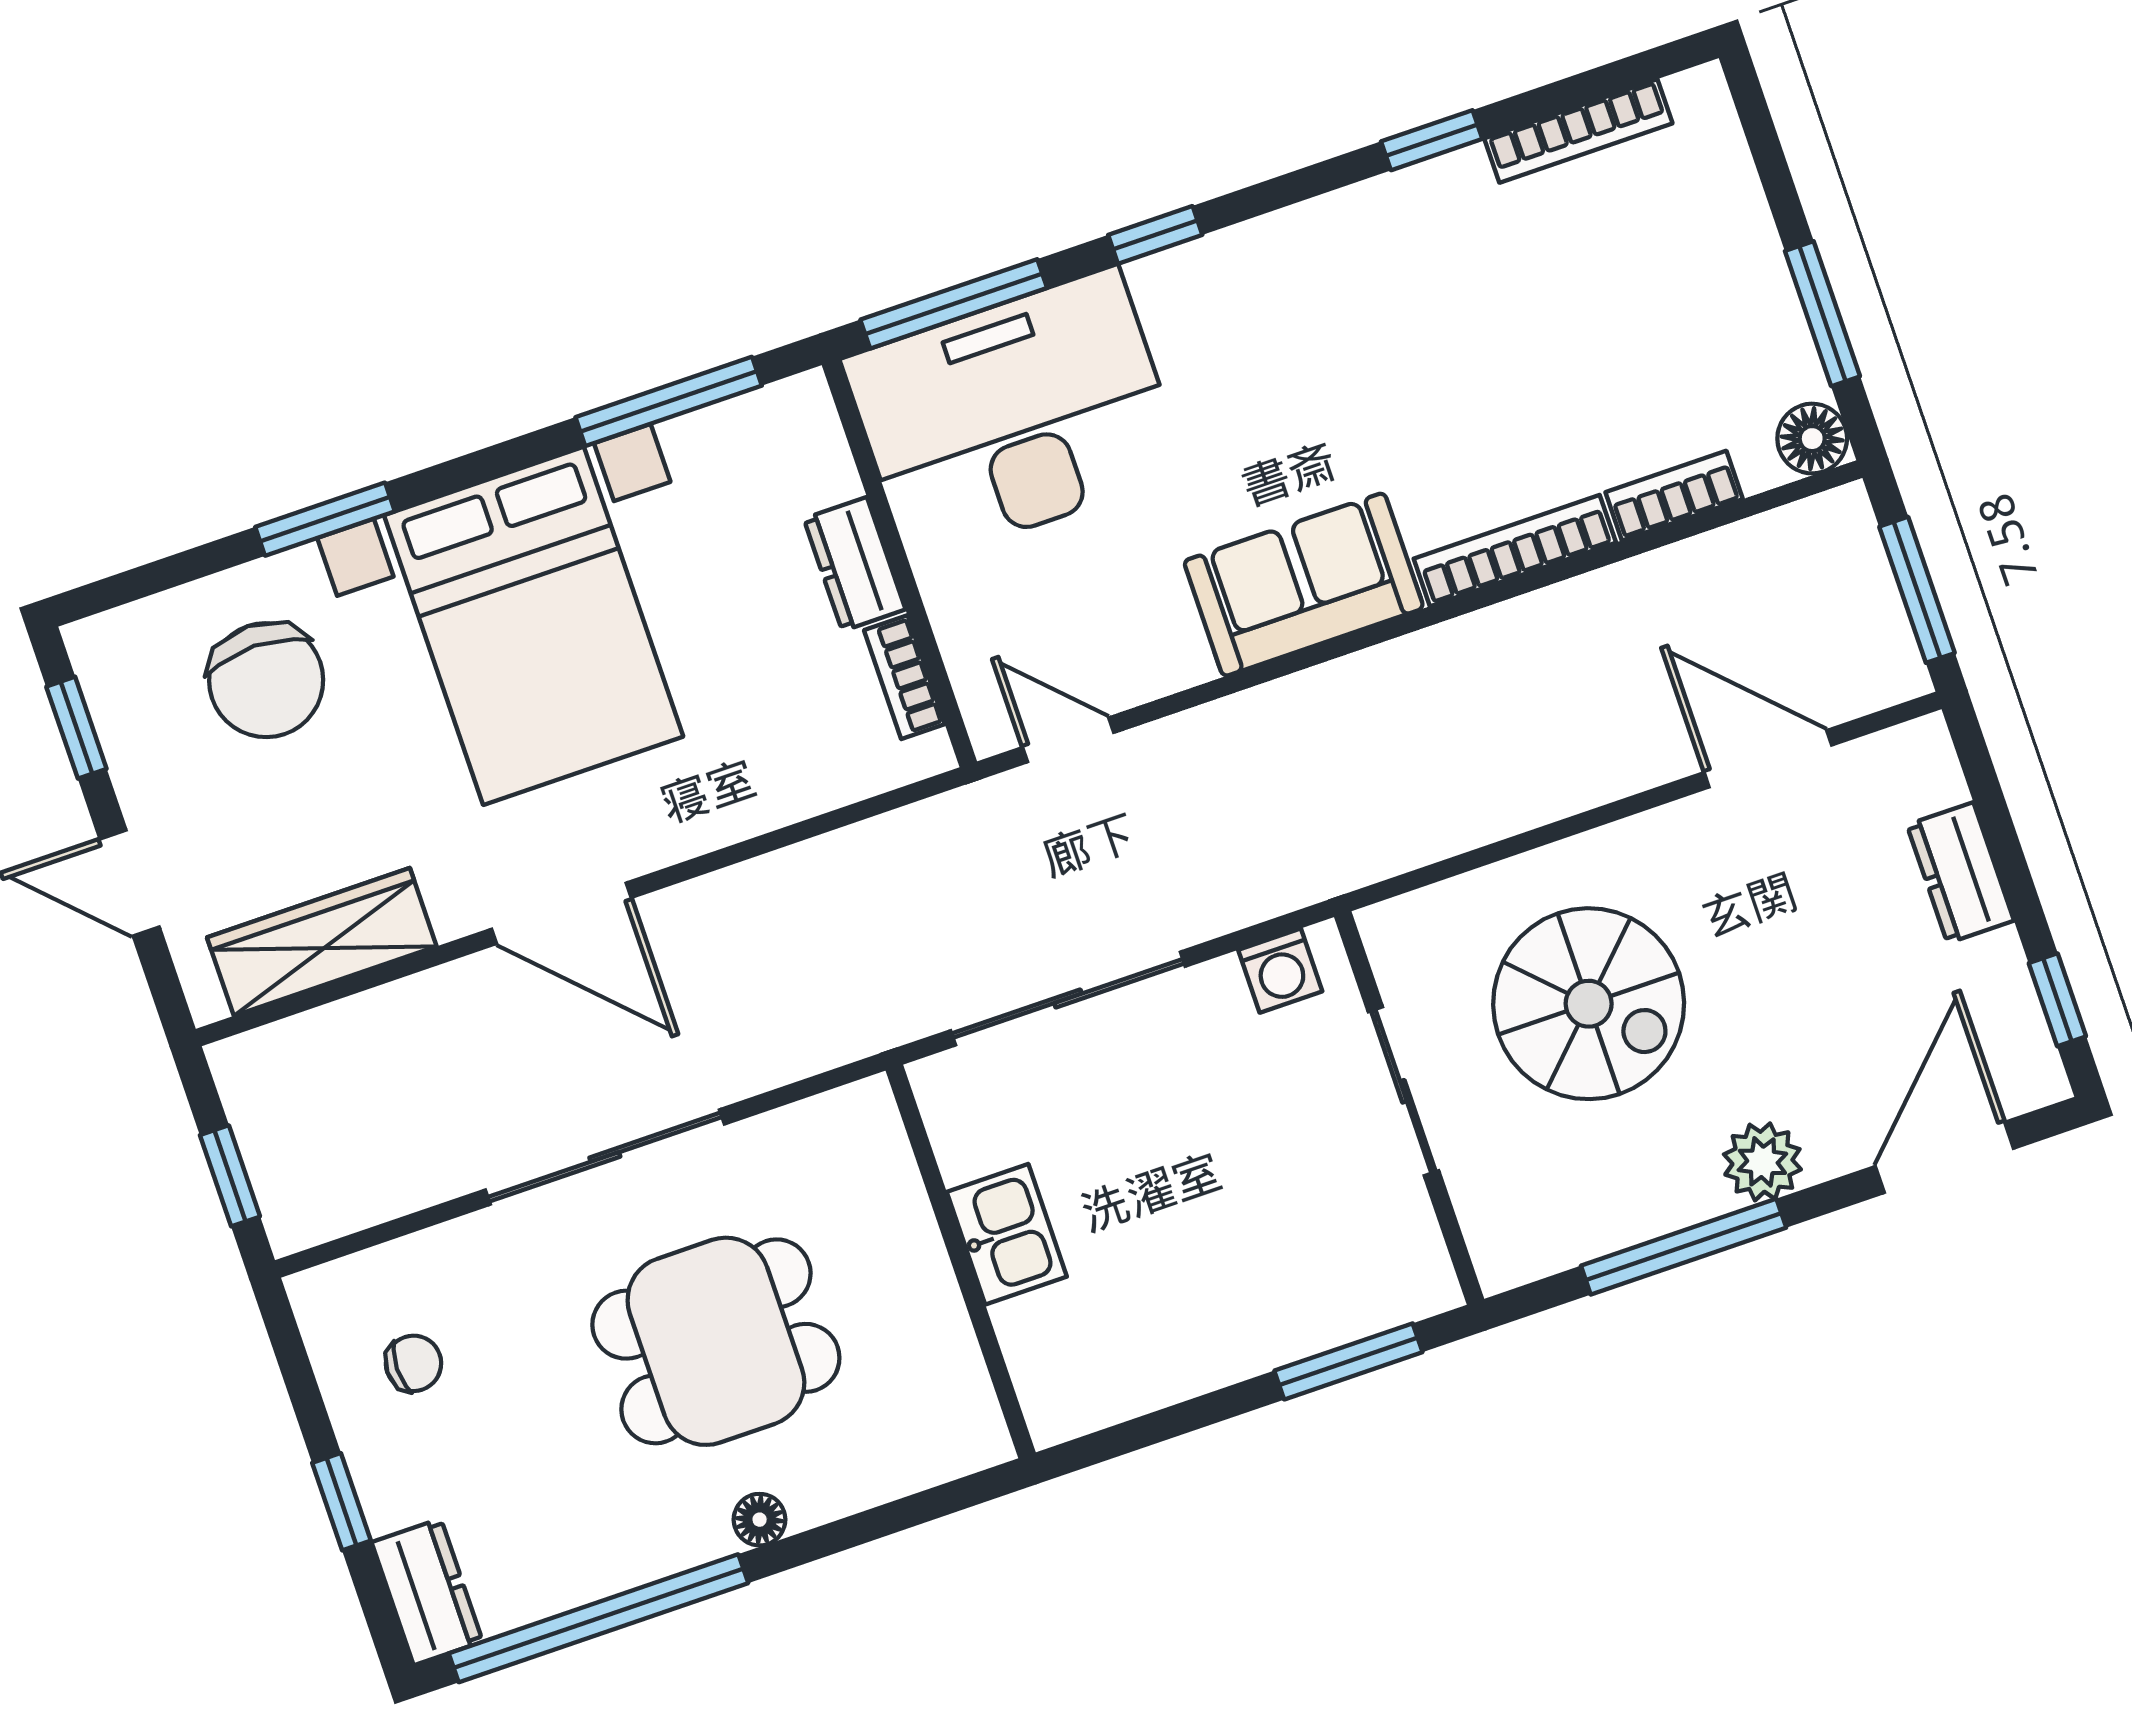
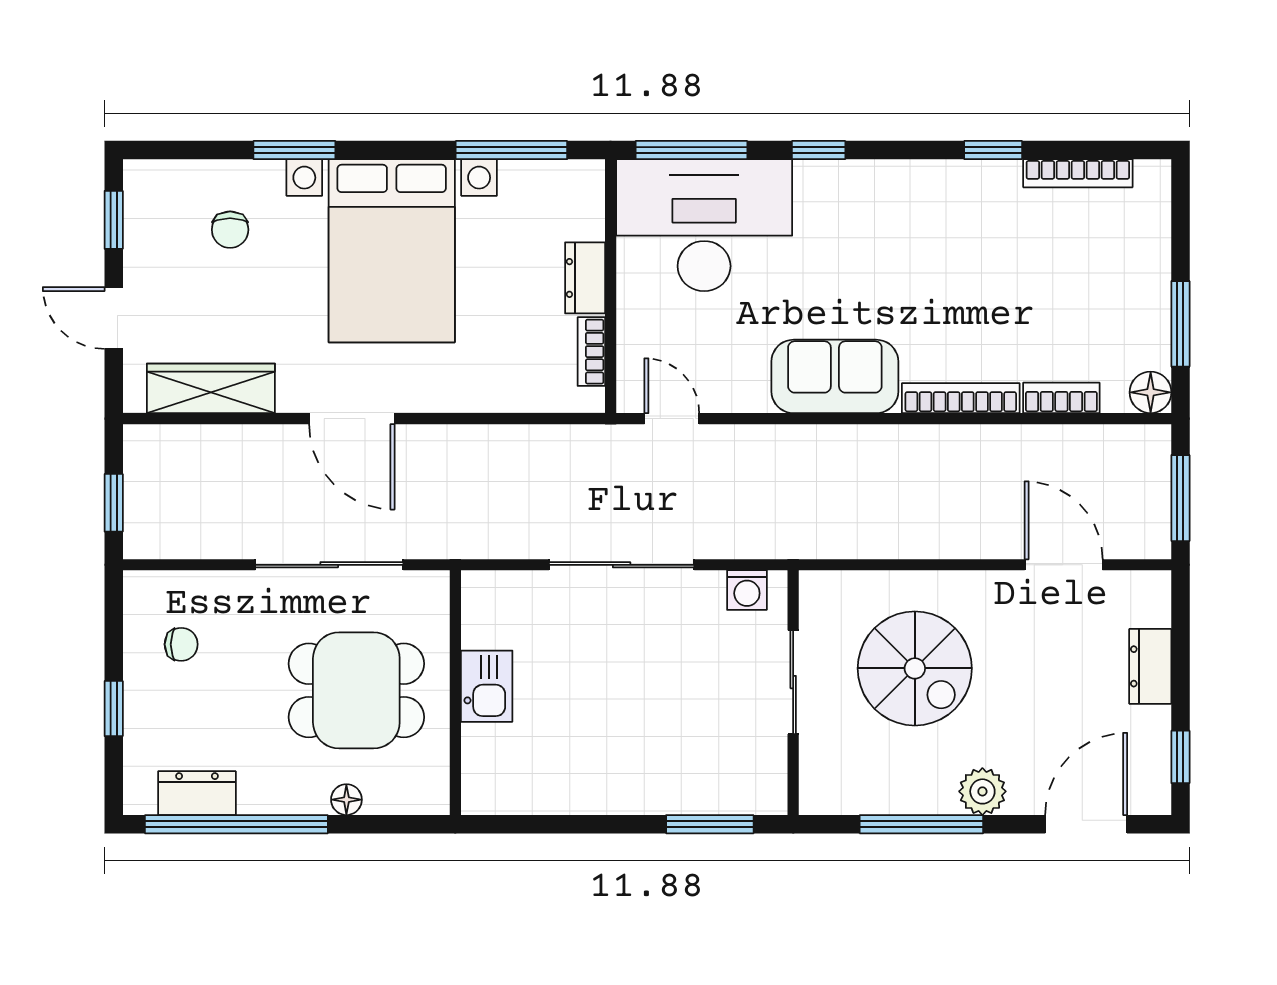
chair: (266, 680) -> (230, 230), width x0.54, depth x0.54
kitchen sink: (1007, 1234) -> (487, 686), moved
wall: (961, 1261) -> (455, 693), moved
dresser: (427, 1592) -> (197, 793), moved, turned -90

